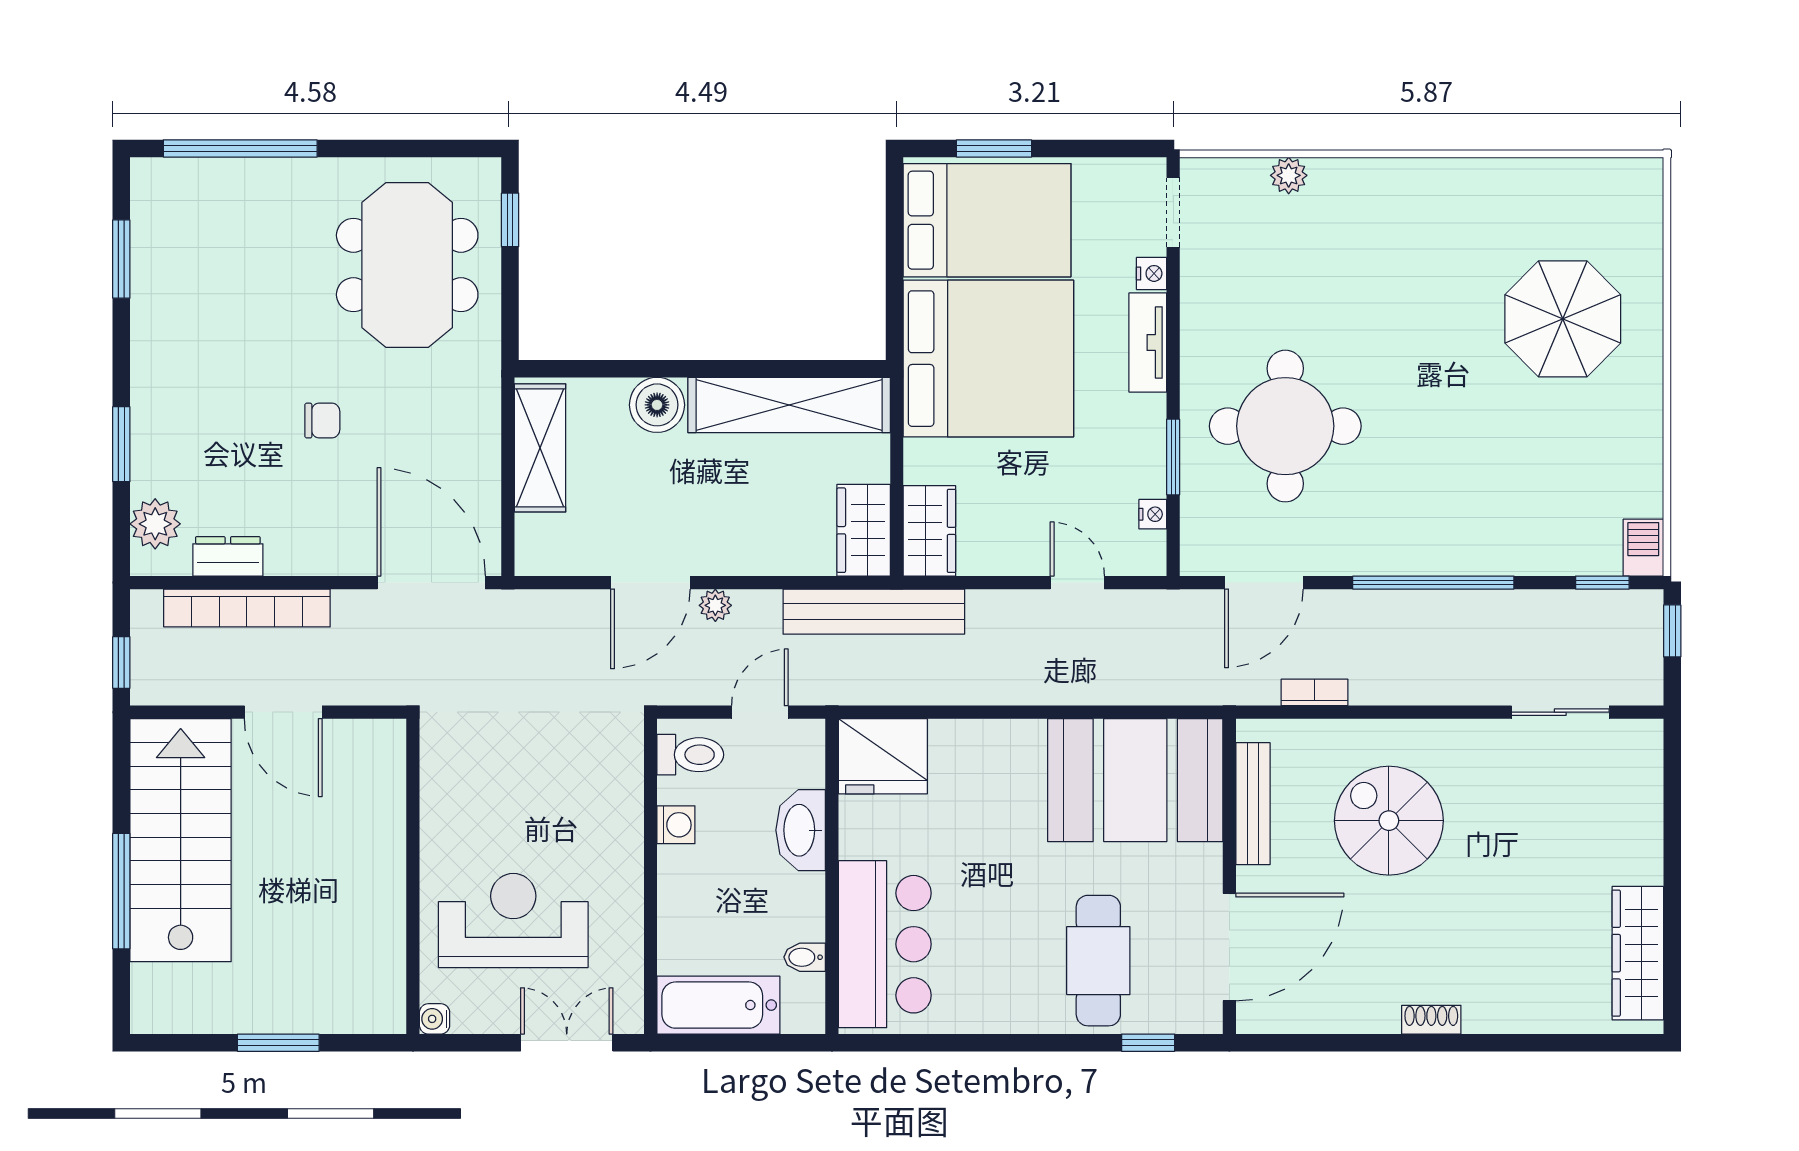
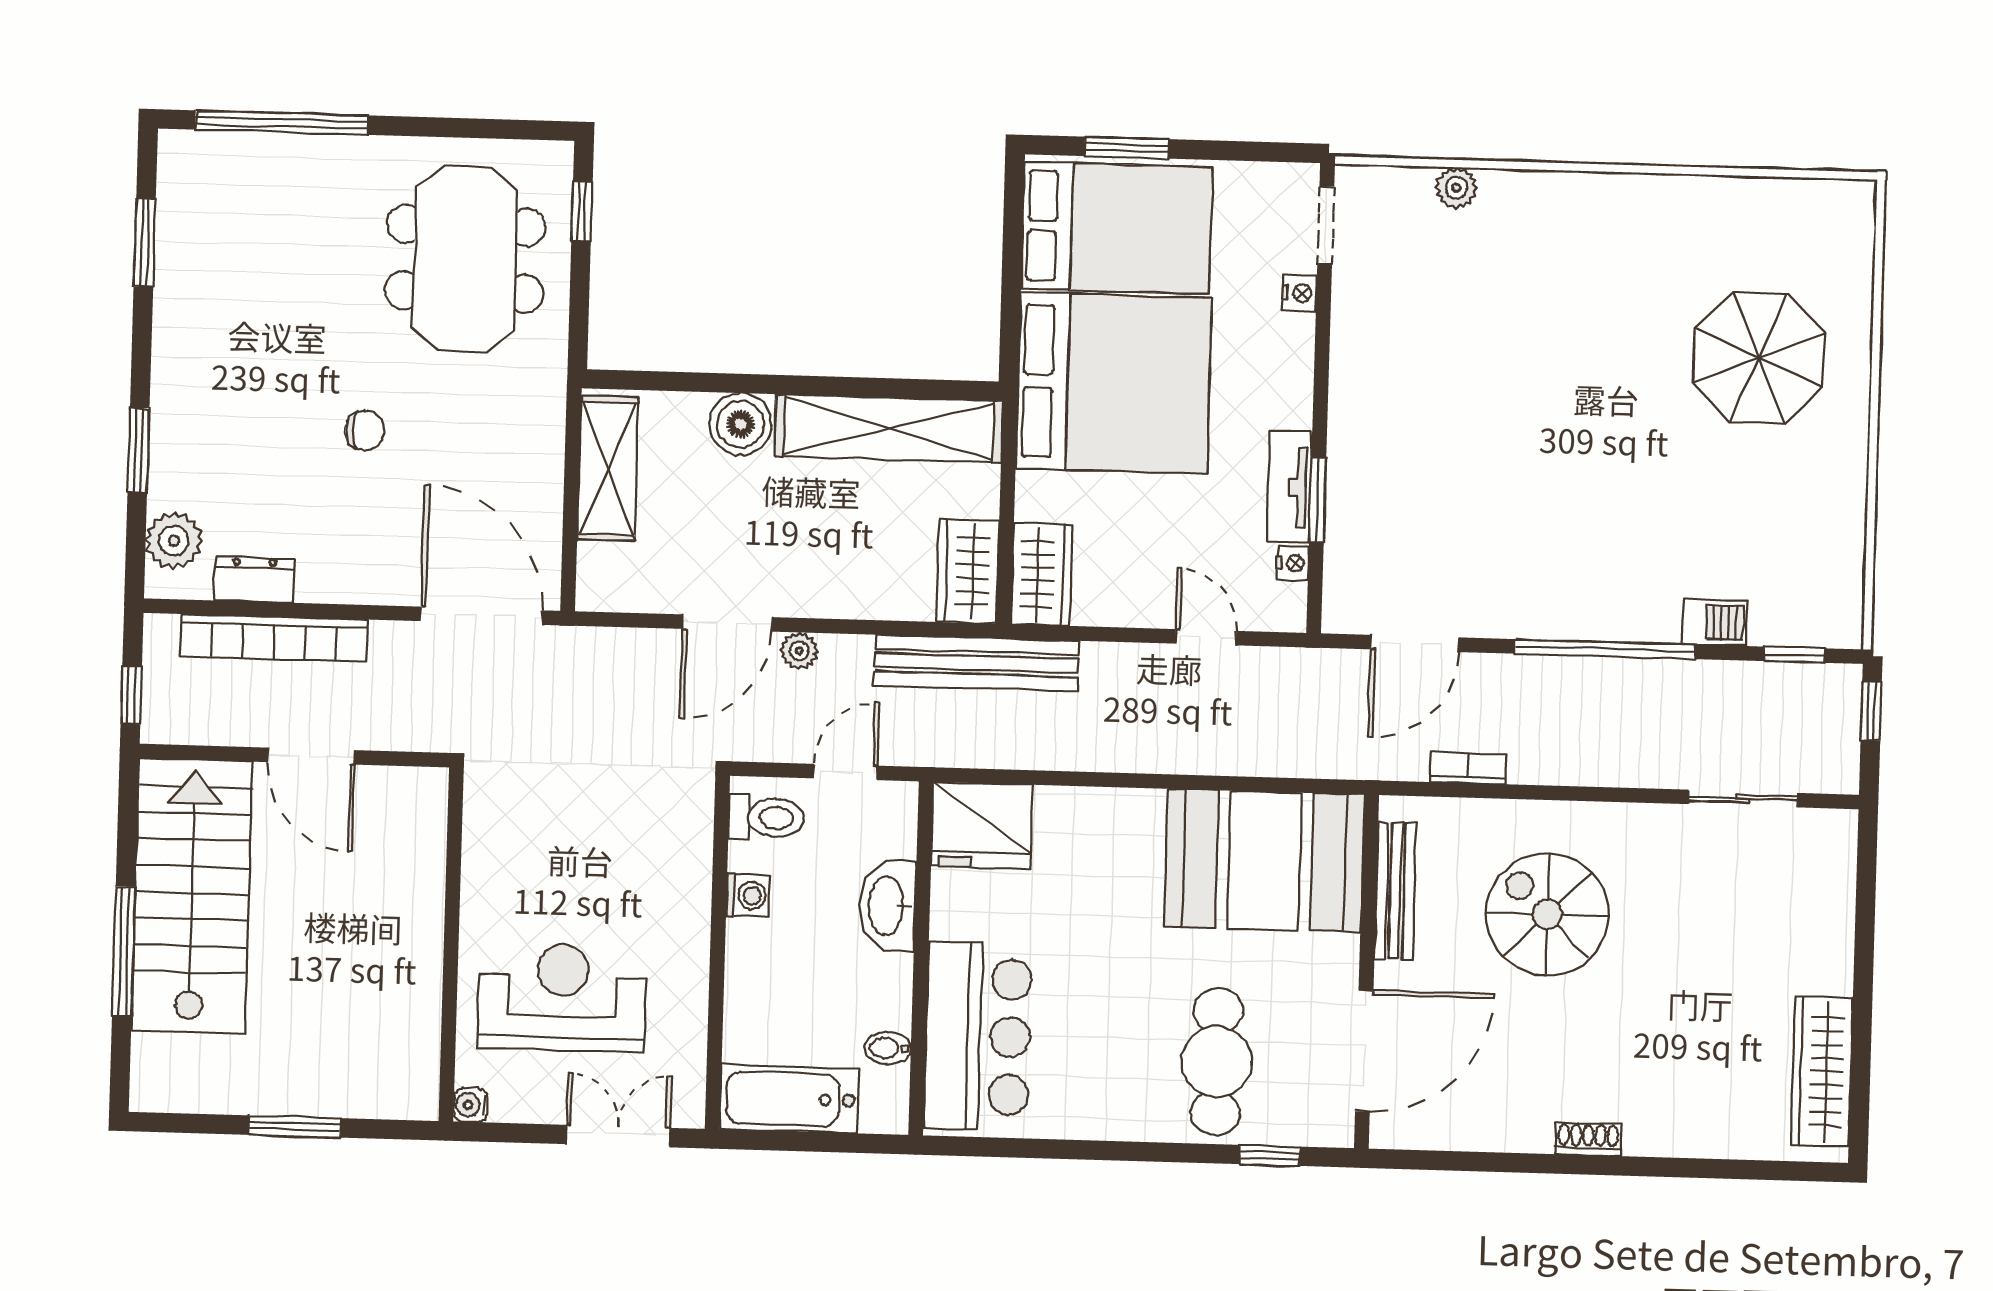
tv unit: (1148, 343) -> (1289, 487), moved
round table: (1285, 426) -> (1444, 469), removed
barbecue: (1643, 548) -> (1715, 622), moved, turned 90

